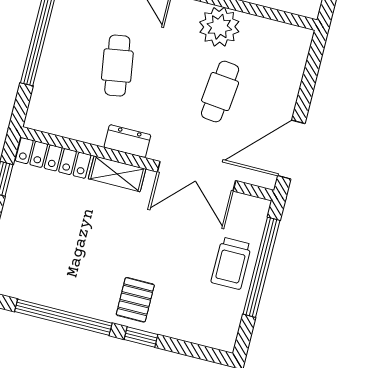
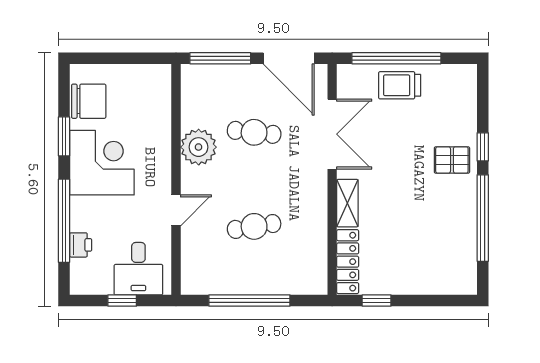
window: (310, 75) -> (220, 58), added
dresser: (127, 141) -> (317, 201), removed
trolley: (231, 263) -> (400, 85), turned 180

